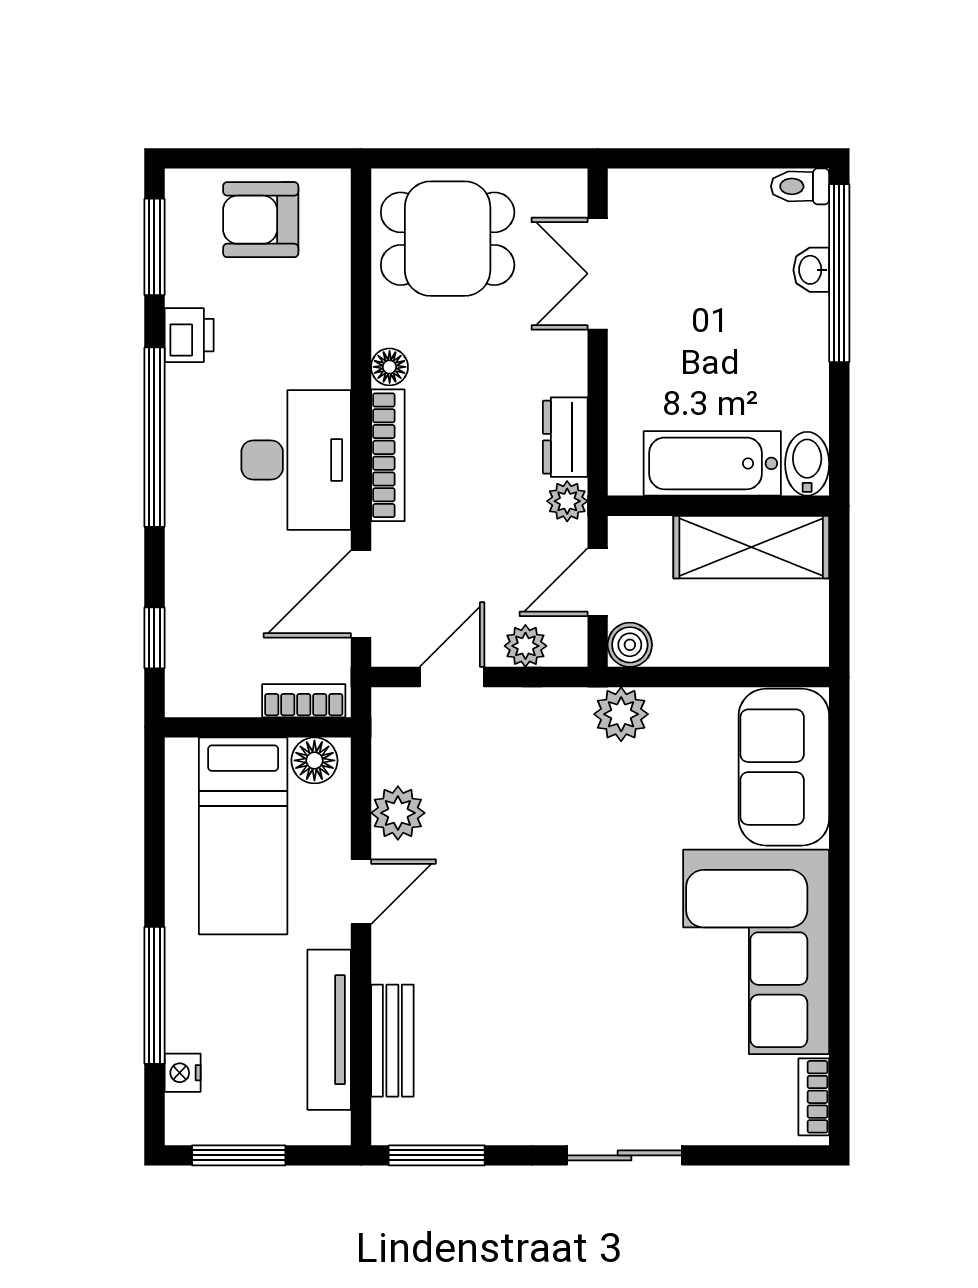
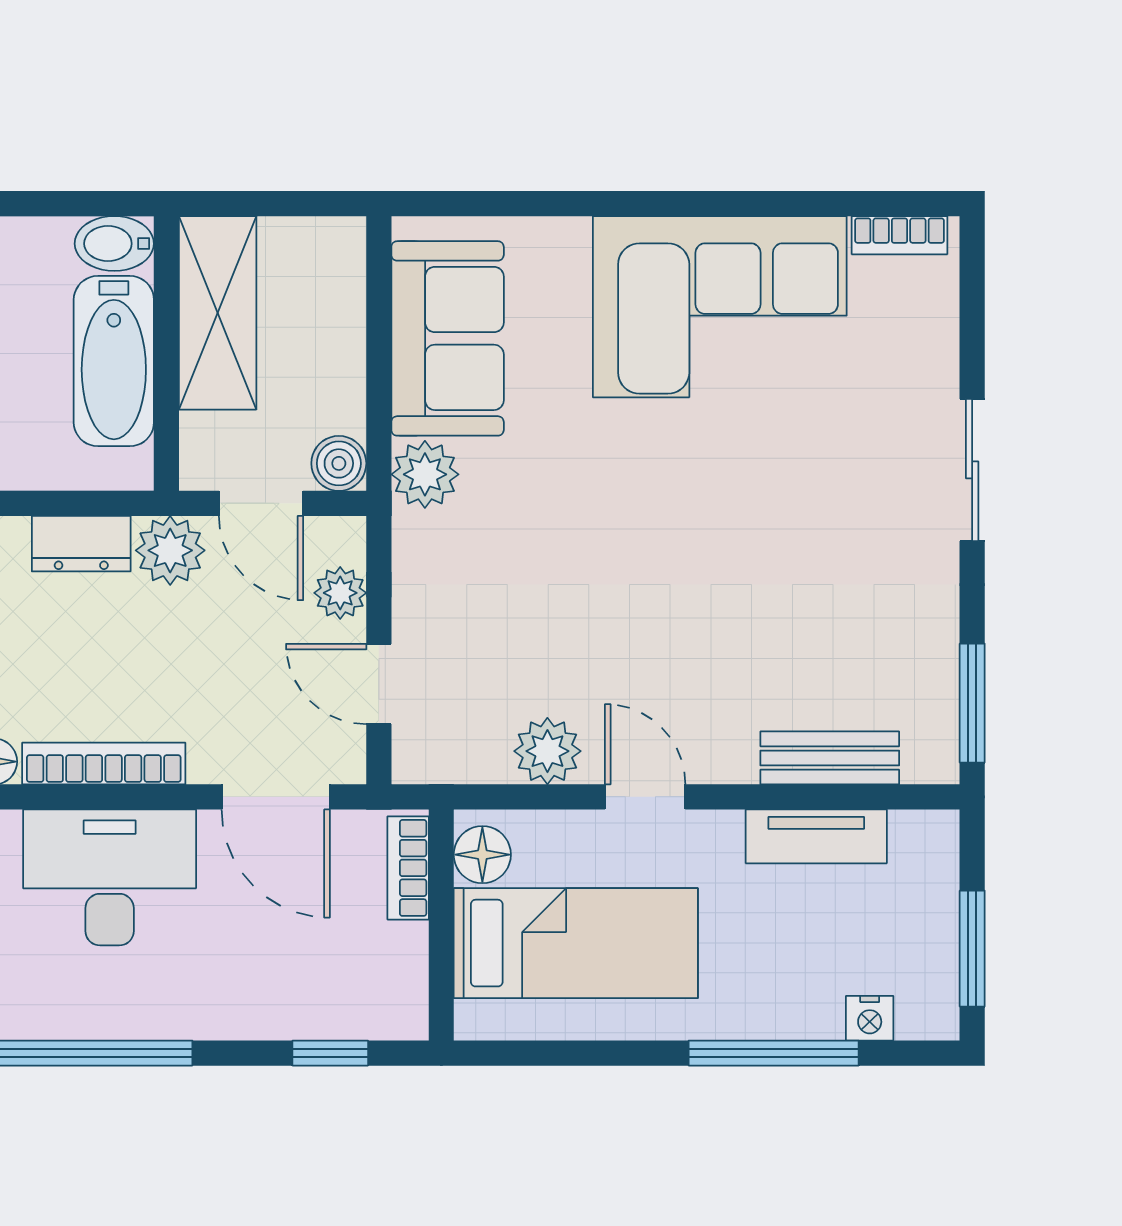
plant: (567, 501) -> (170, 550), width x1.38, depth x1.38
sofa: (784, 767) -> (448, 338), moved, turned -90
tv unit: (329, 1030) -> (816, 836), width x0.71

